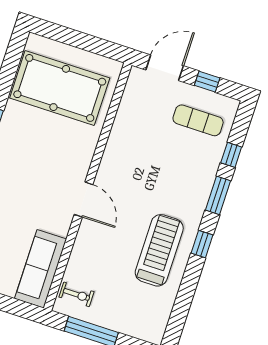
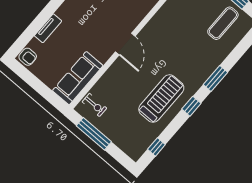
exercise mat: (198, 120) -> (223, 23), turned 90
window: (231, 155) -> (156, 147), moved

